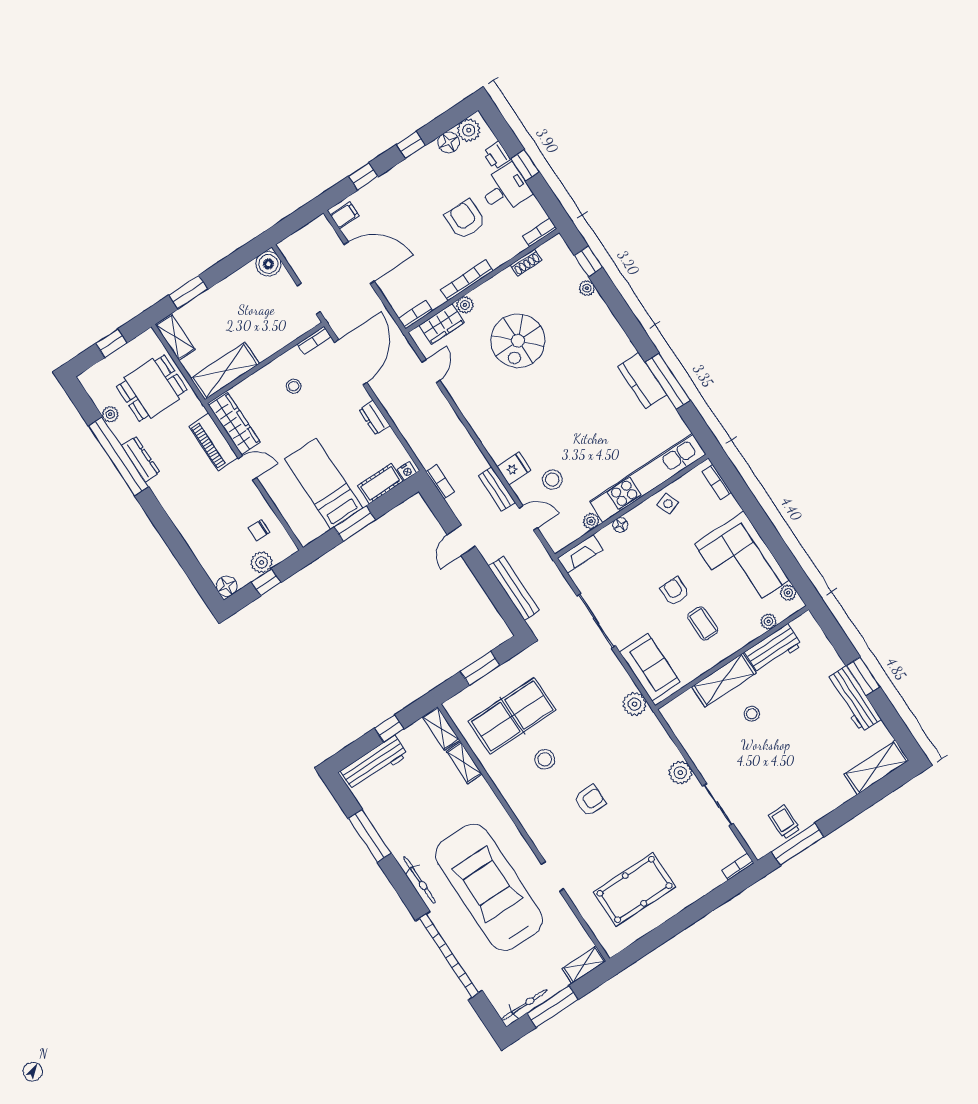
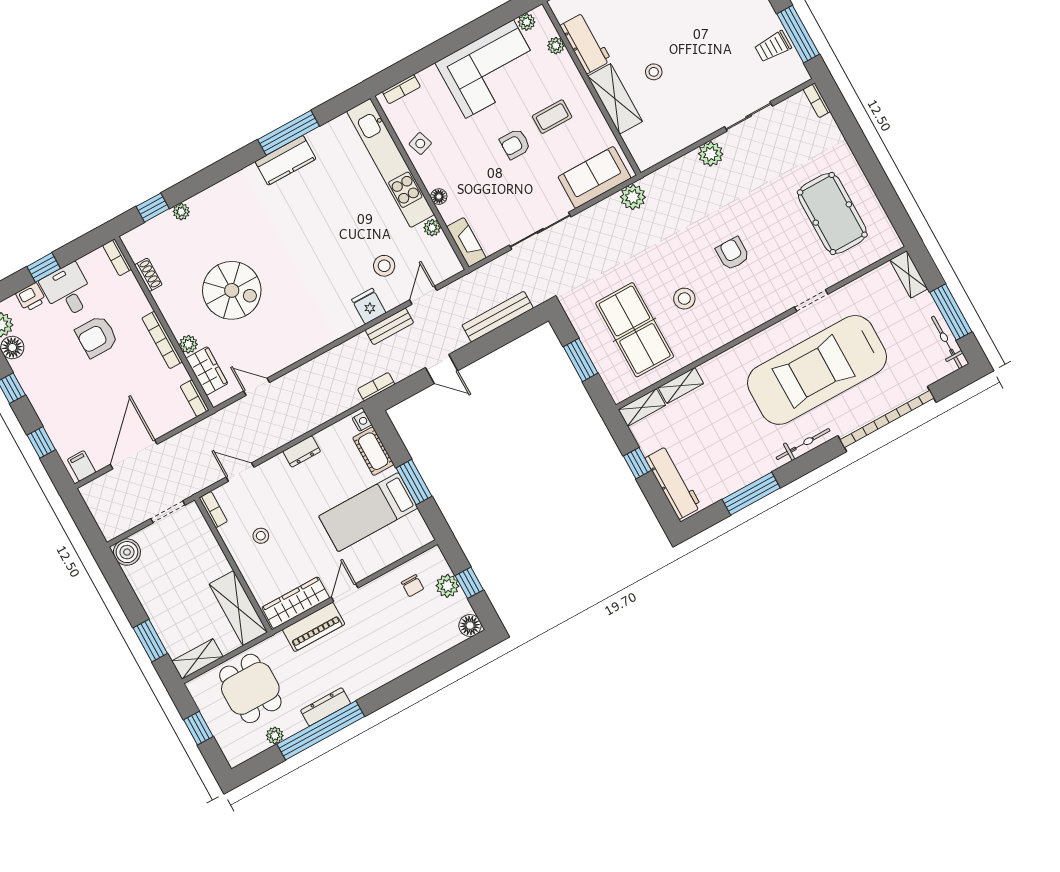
door: (351, 362) -> (240, 472), width x0.53

